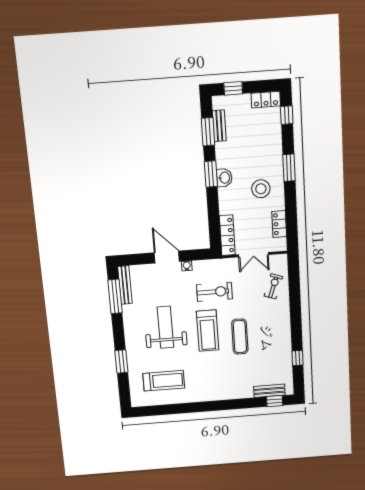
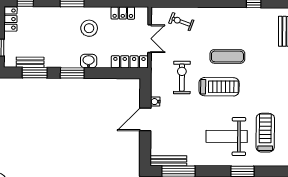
washbasin: (224, 178) -> (89, 61), moved
weight bench: (165, 327) -> (227, 136), moved

